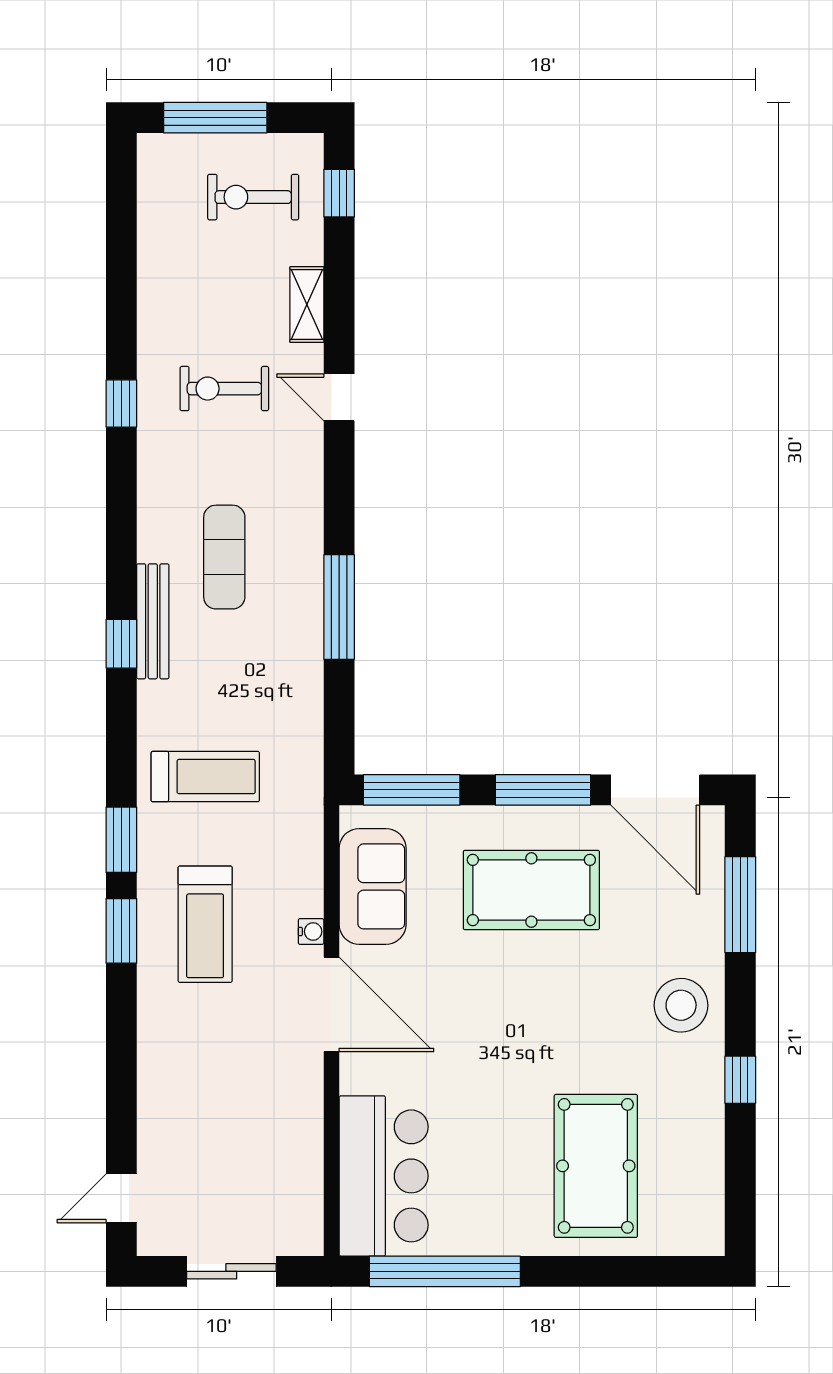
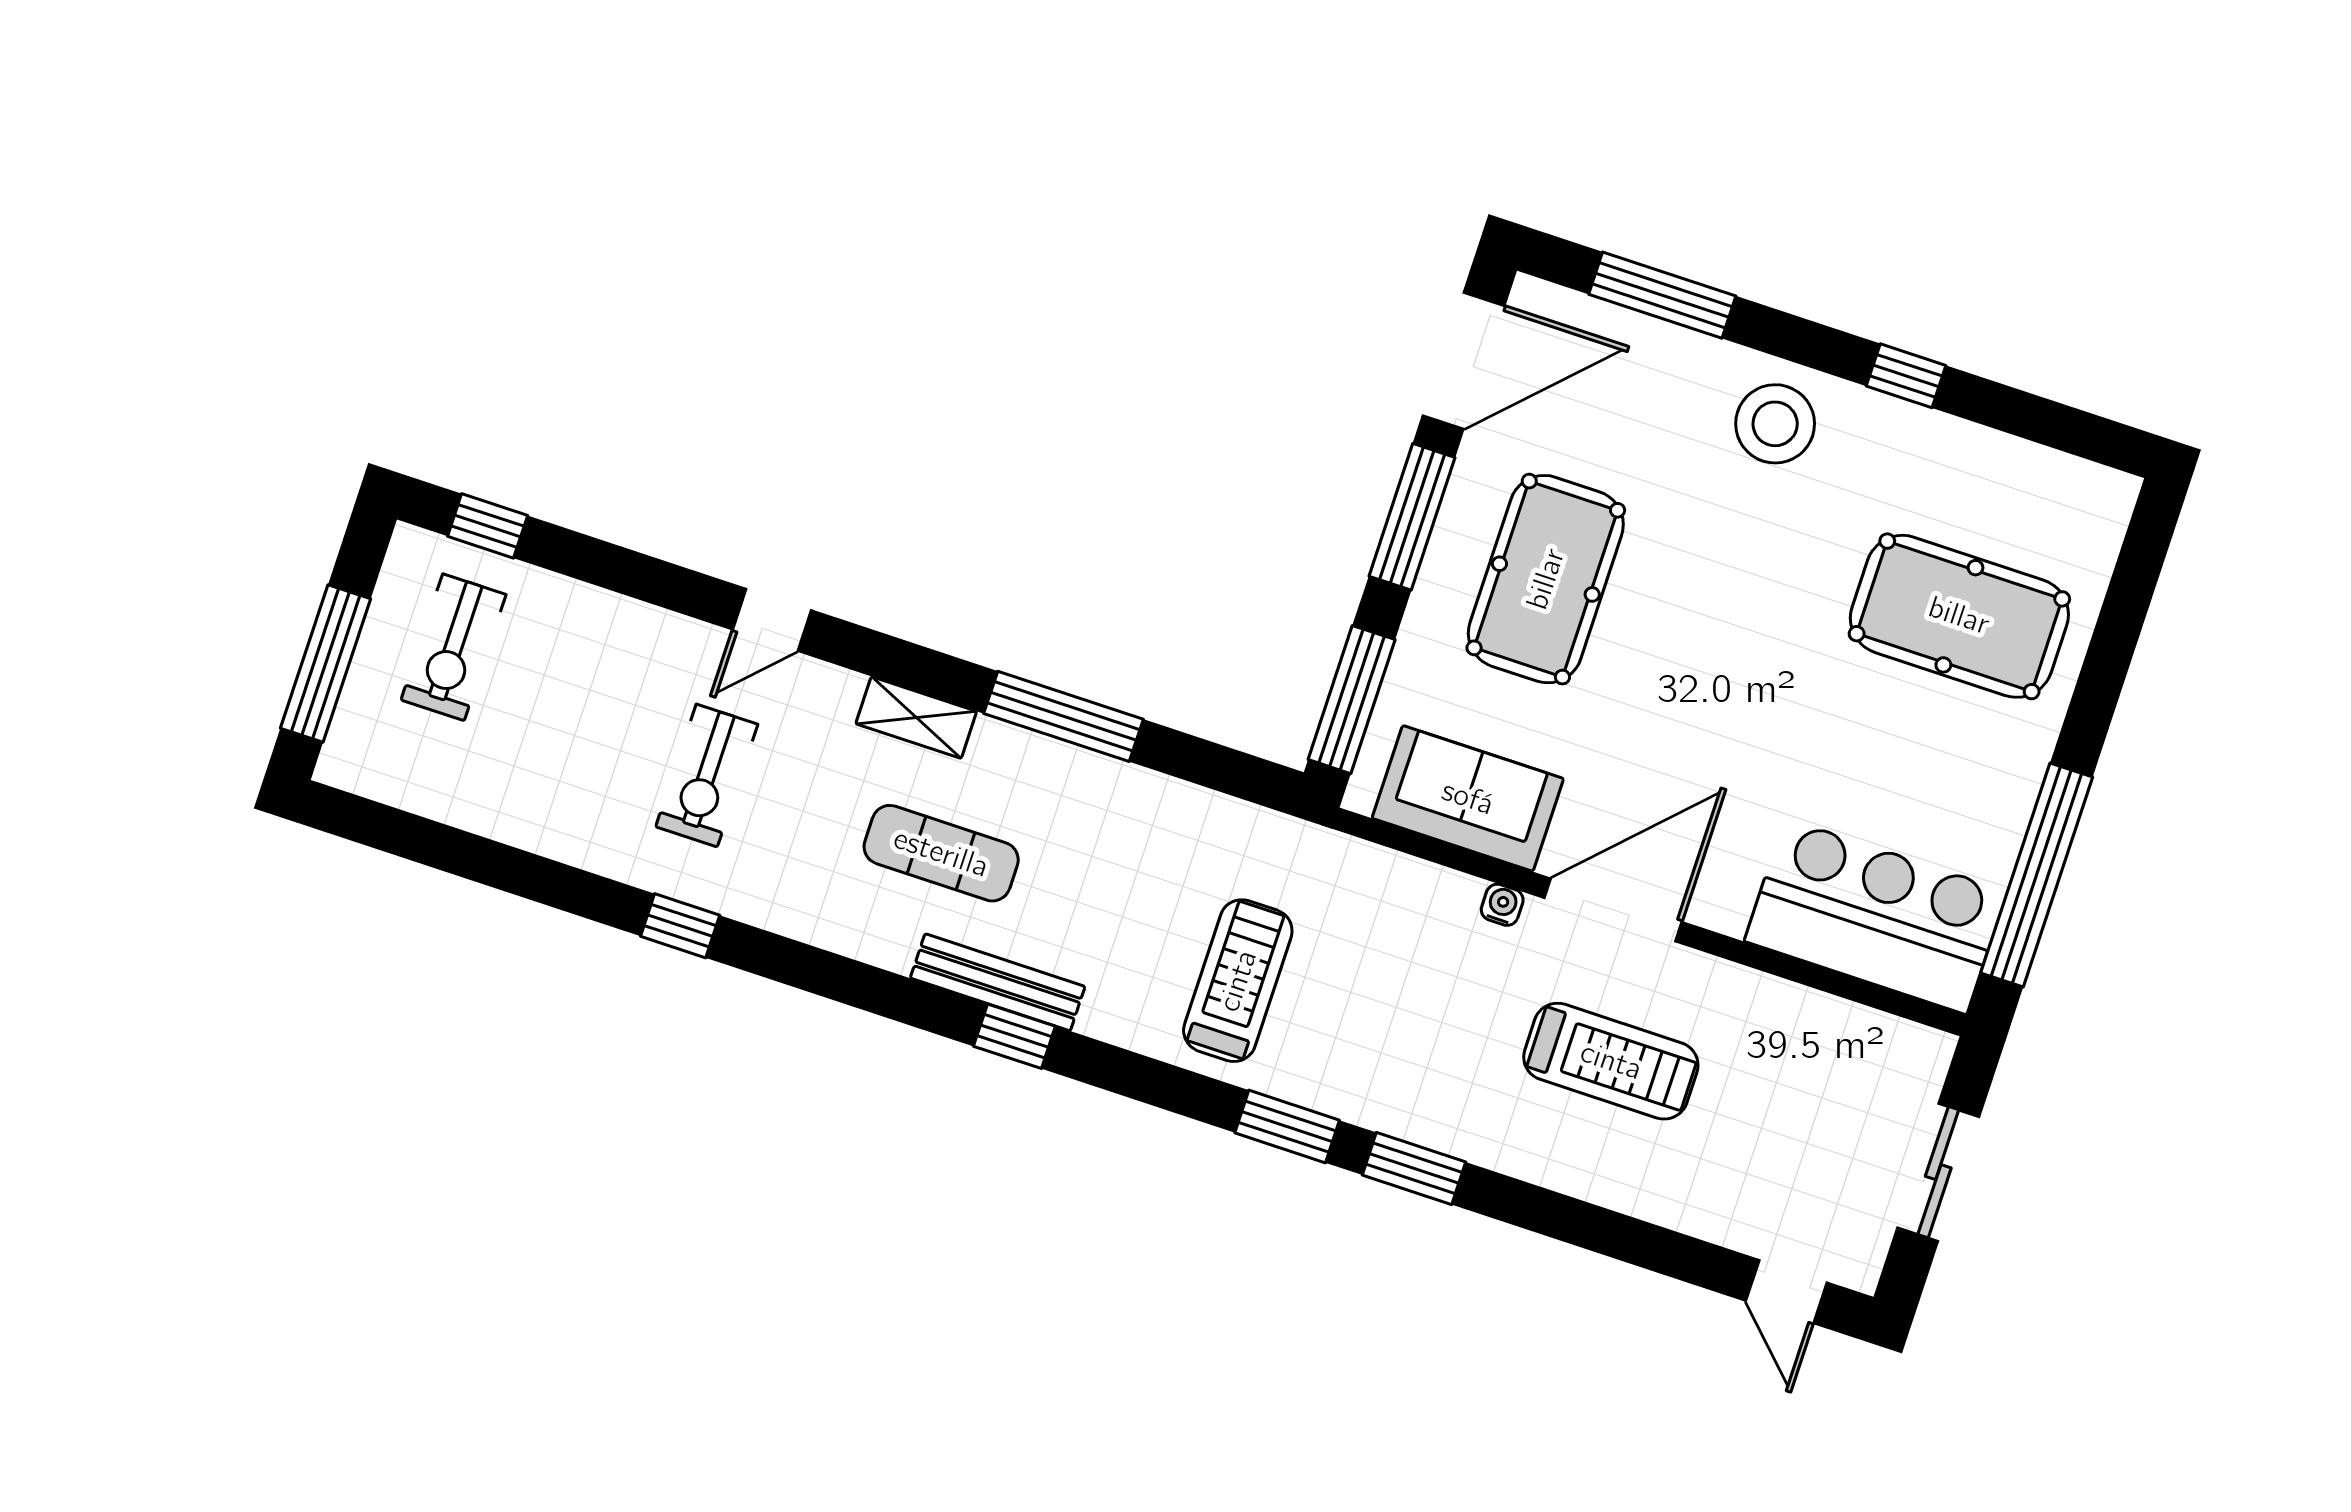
shelving: (307, 305) -> (916, 718), moved
treadmill: (205, 924) -> (1611, 1061), moved

